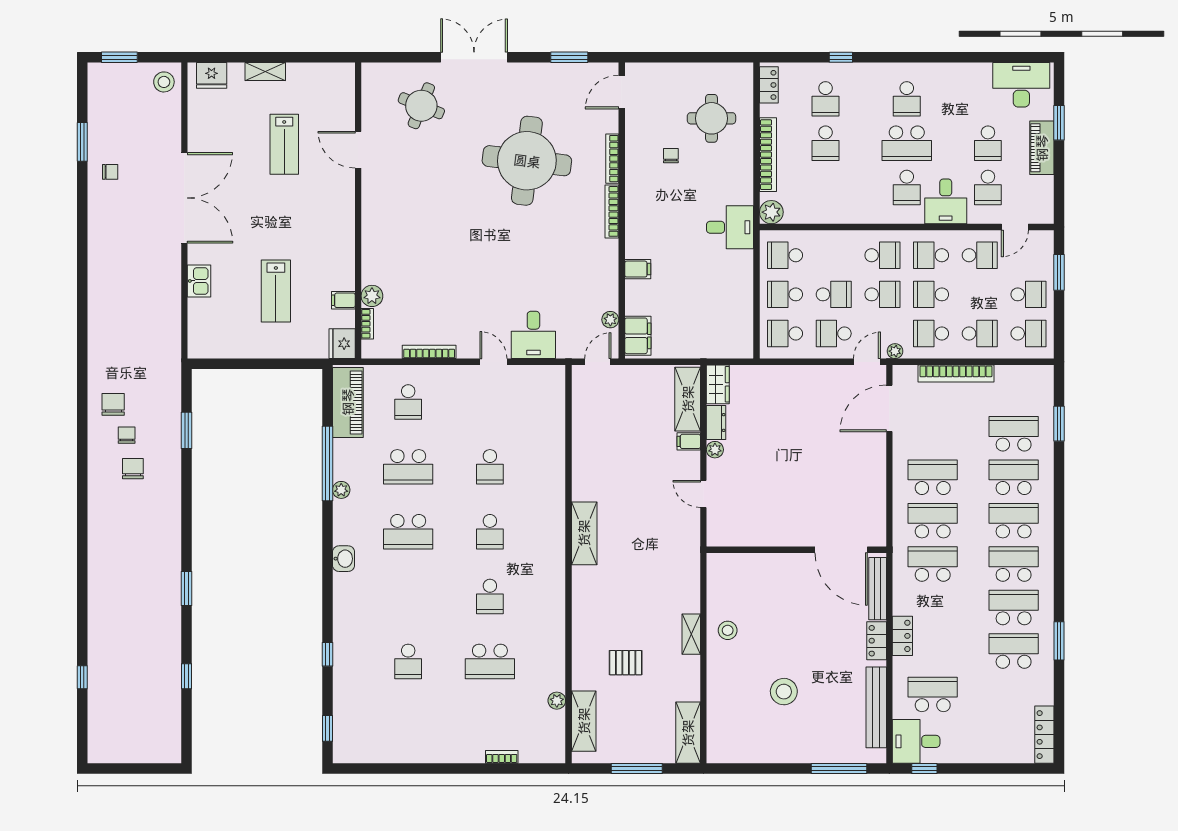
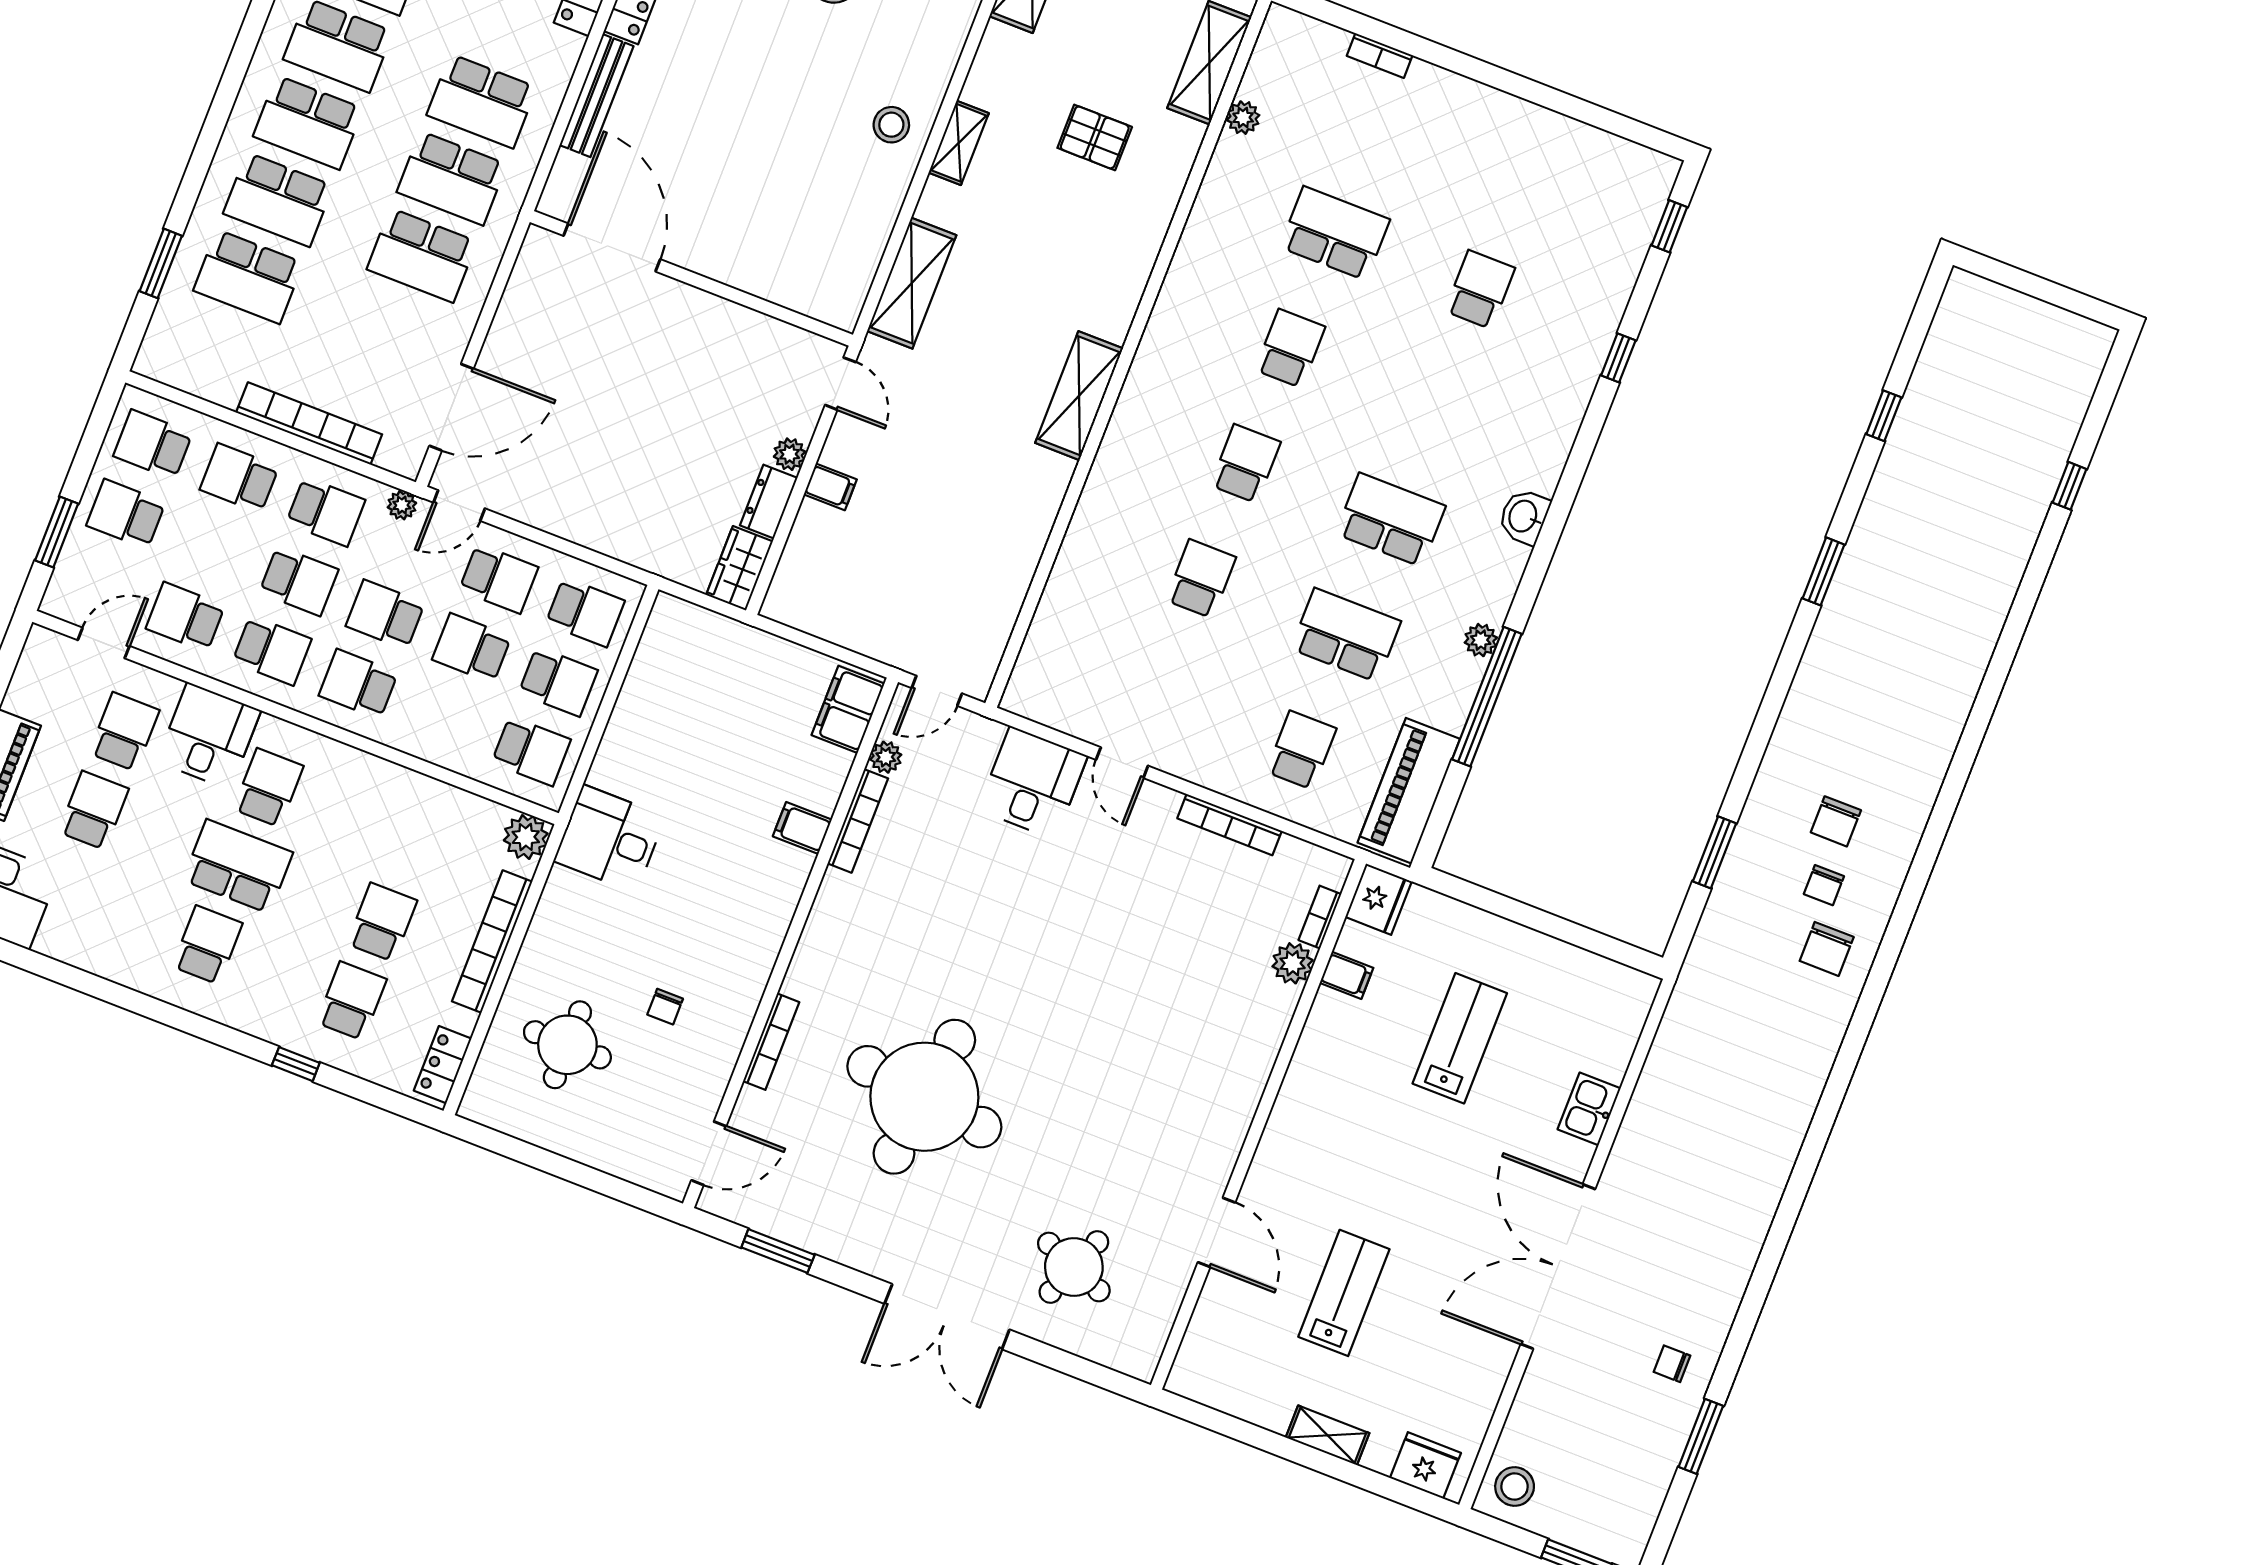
bookcase: (612, 211) -> (858, 821), moved
shelving: (688, 399) -> (912, 283), moved
wall: (796, 550) -> (691, 278), moved
door: (841, 550) -> (612, 248), moved

